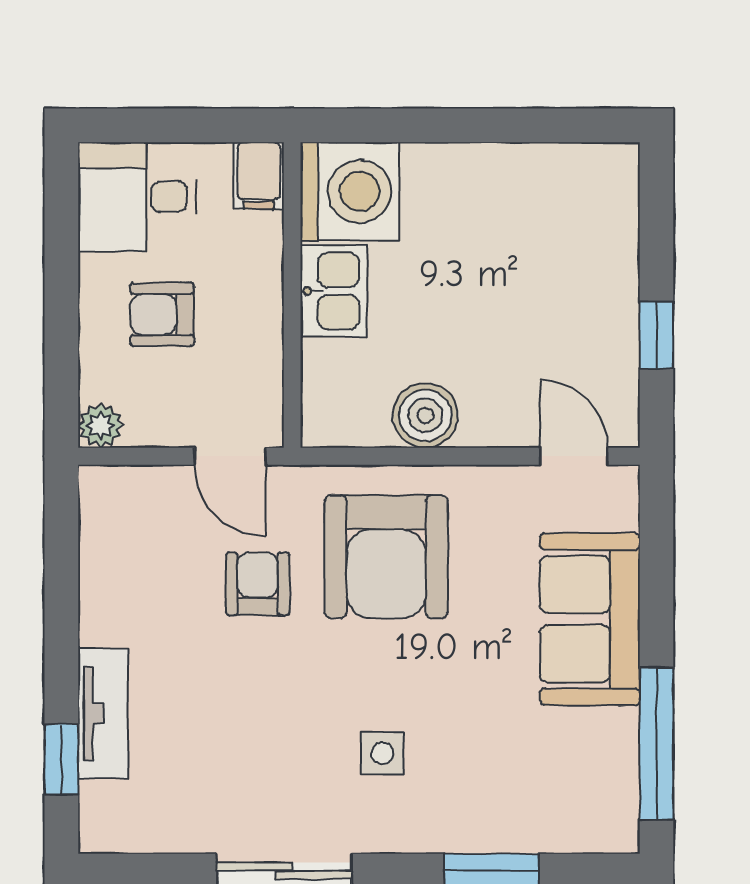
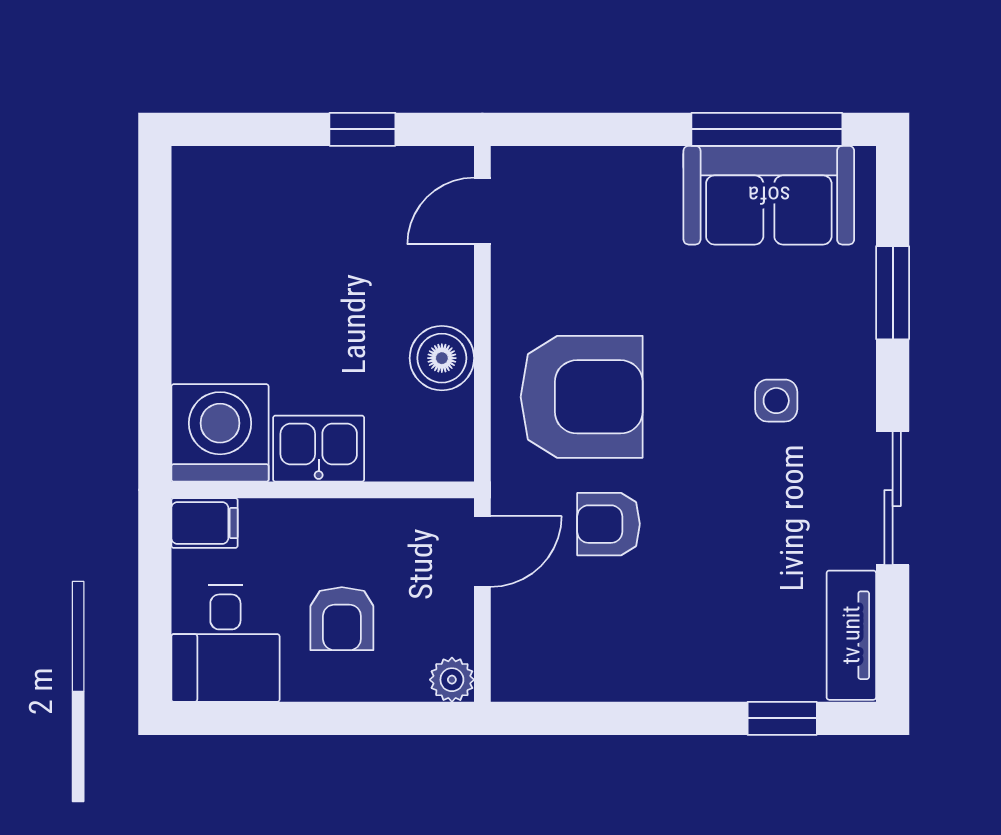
sofa: (590, 619) -> (769, 195), moved
tv unit: (103, 713) -> (851, 635), moved, turned -90

